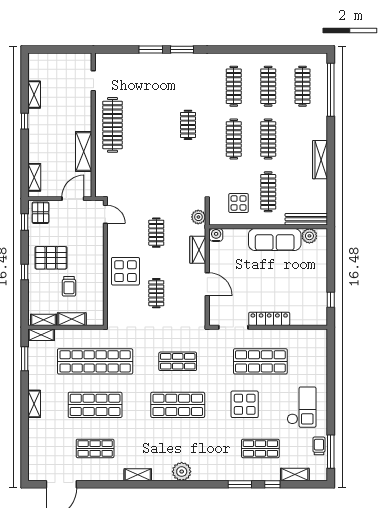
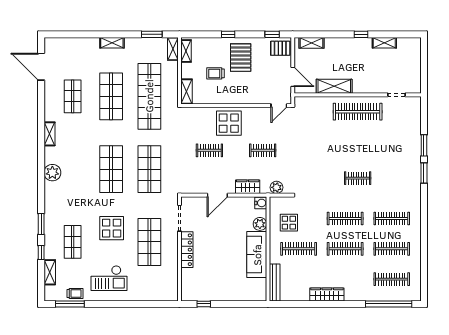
plant: (309, 236) -> (260, 224), moved
shelving: (72, 319) -> (187, 91), moved
shop shelf: (178, 361) -> (149, 169), width x1.43, depth x1.36

